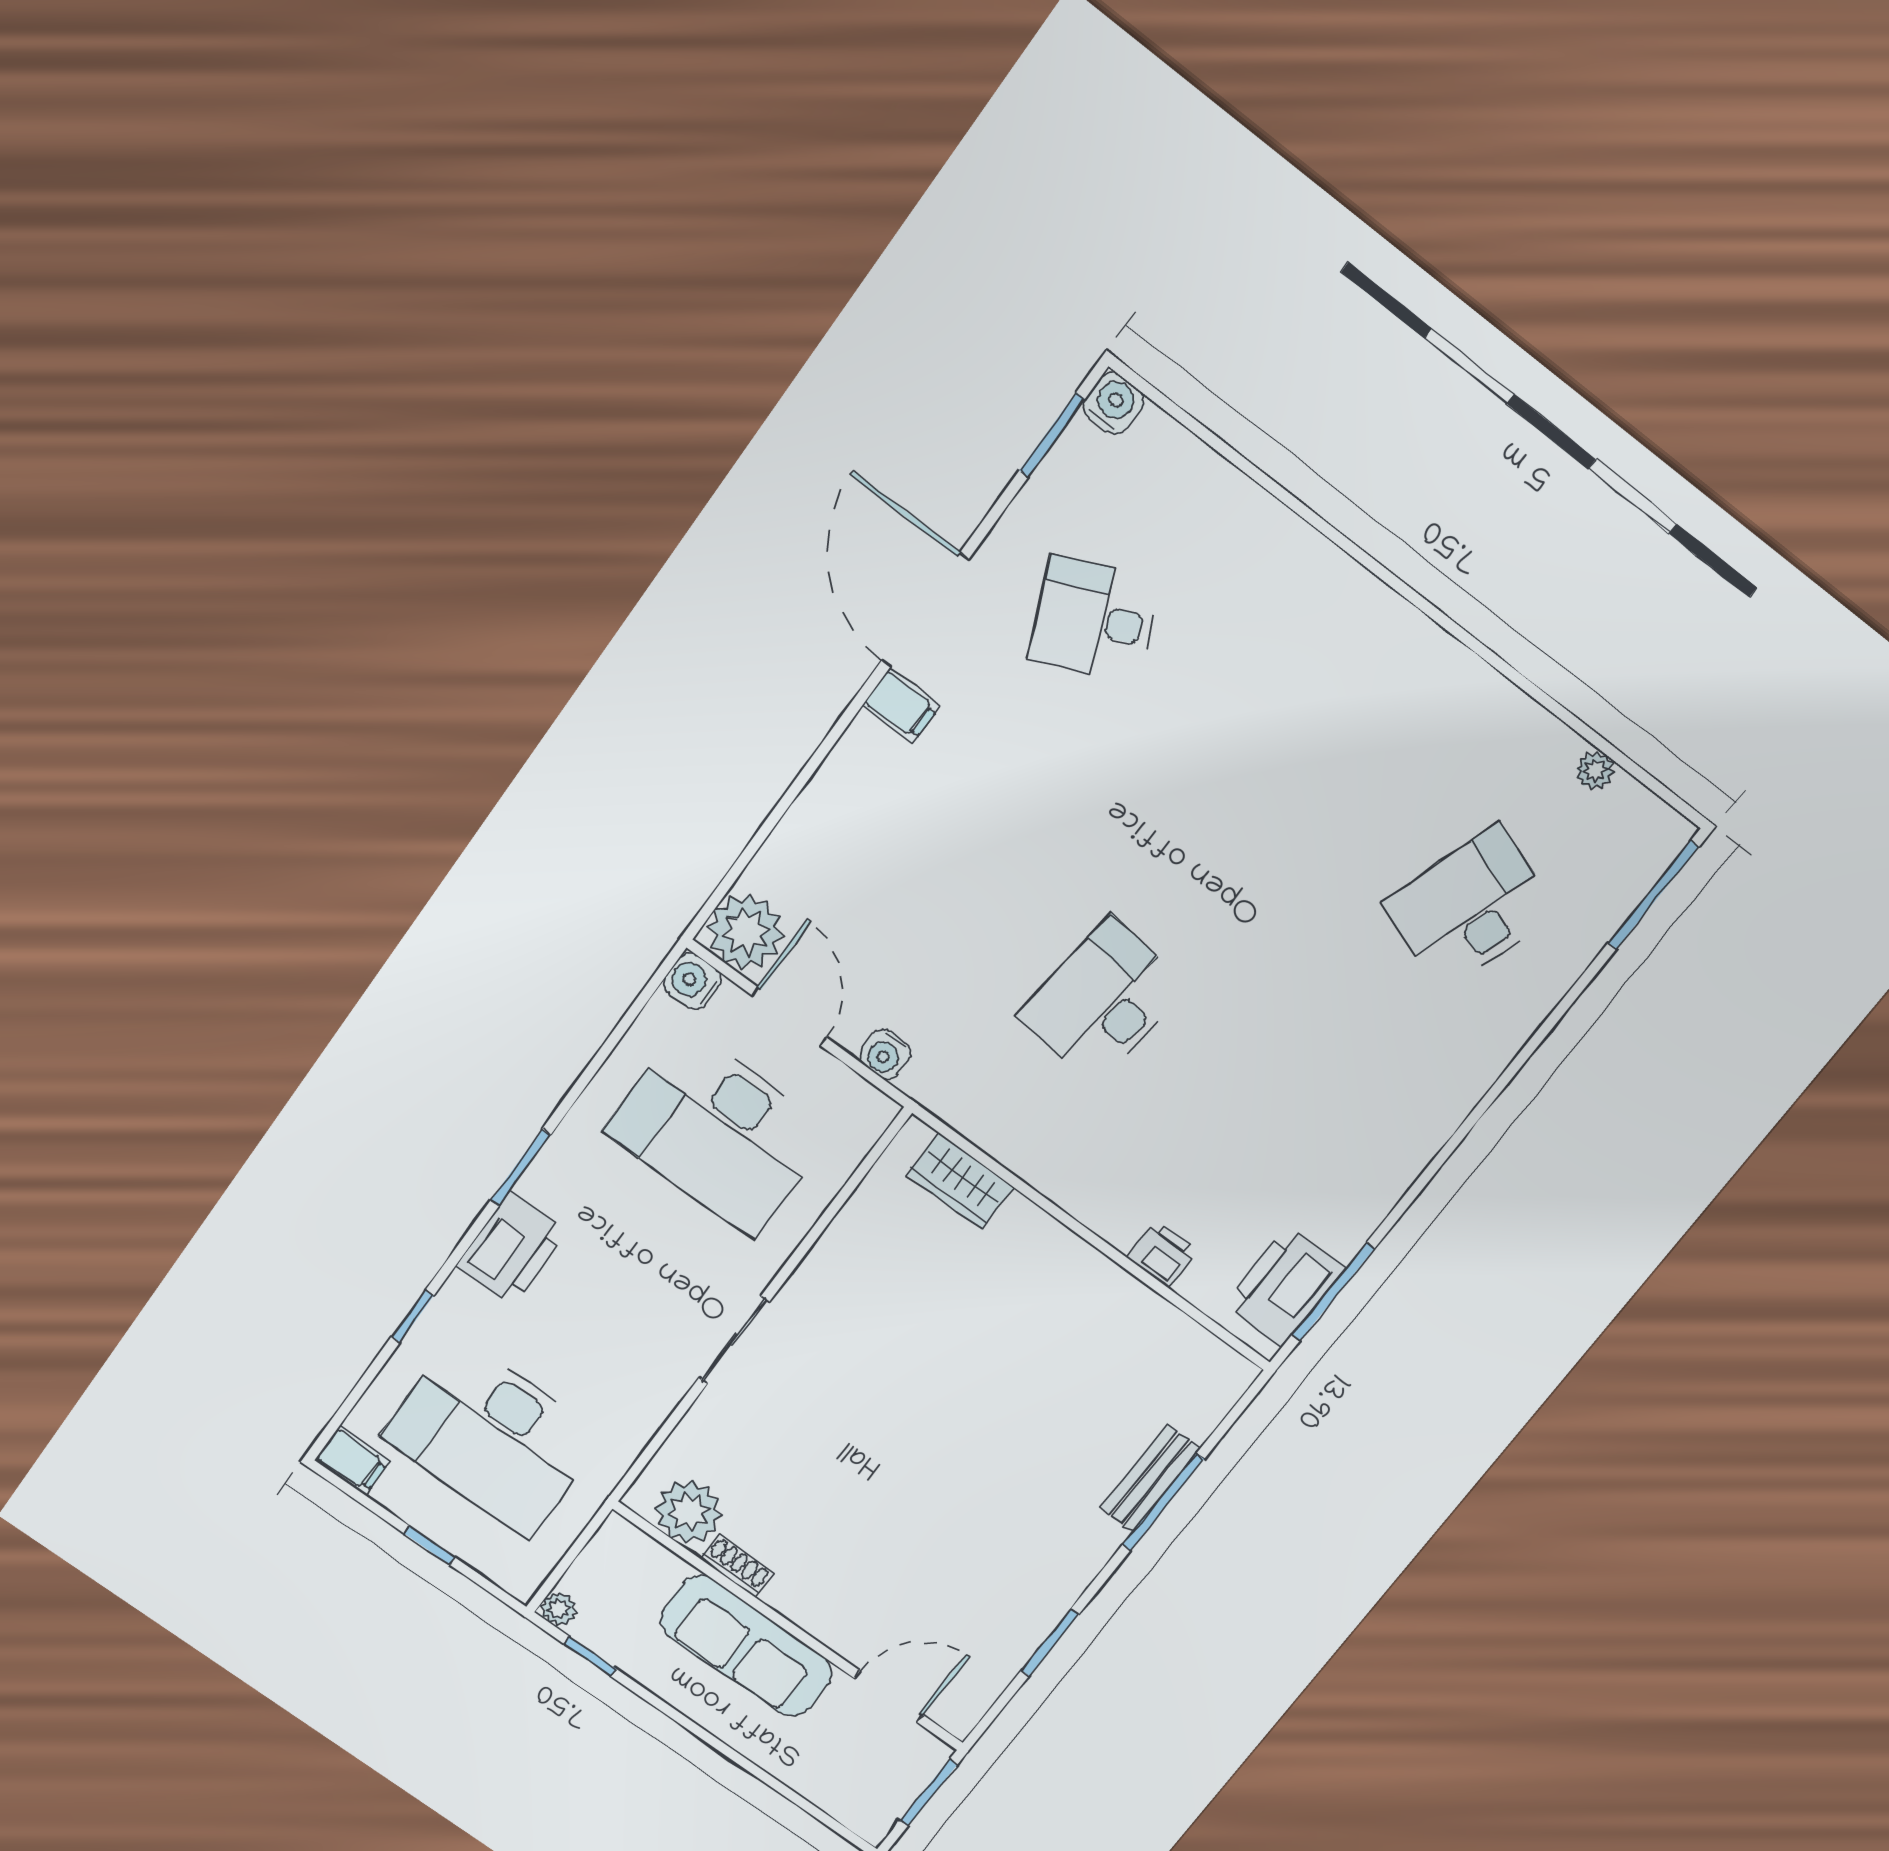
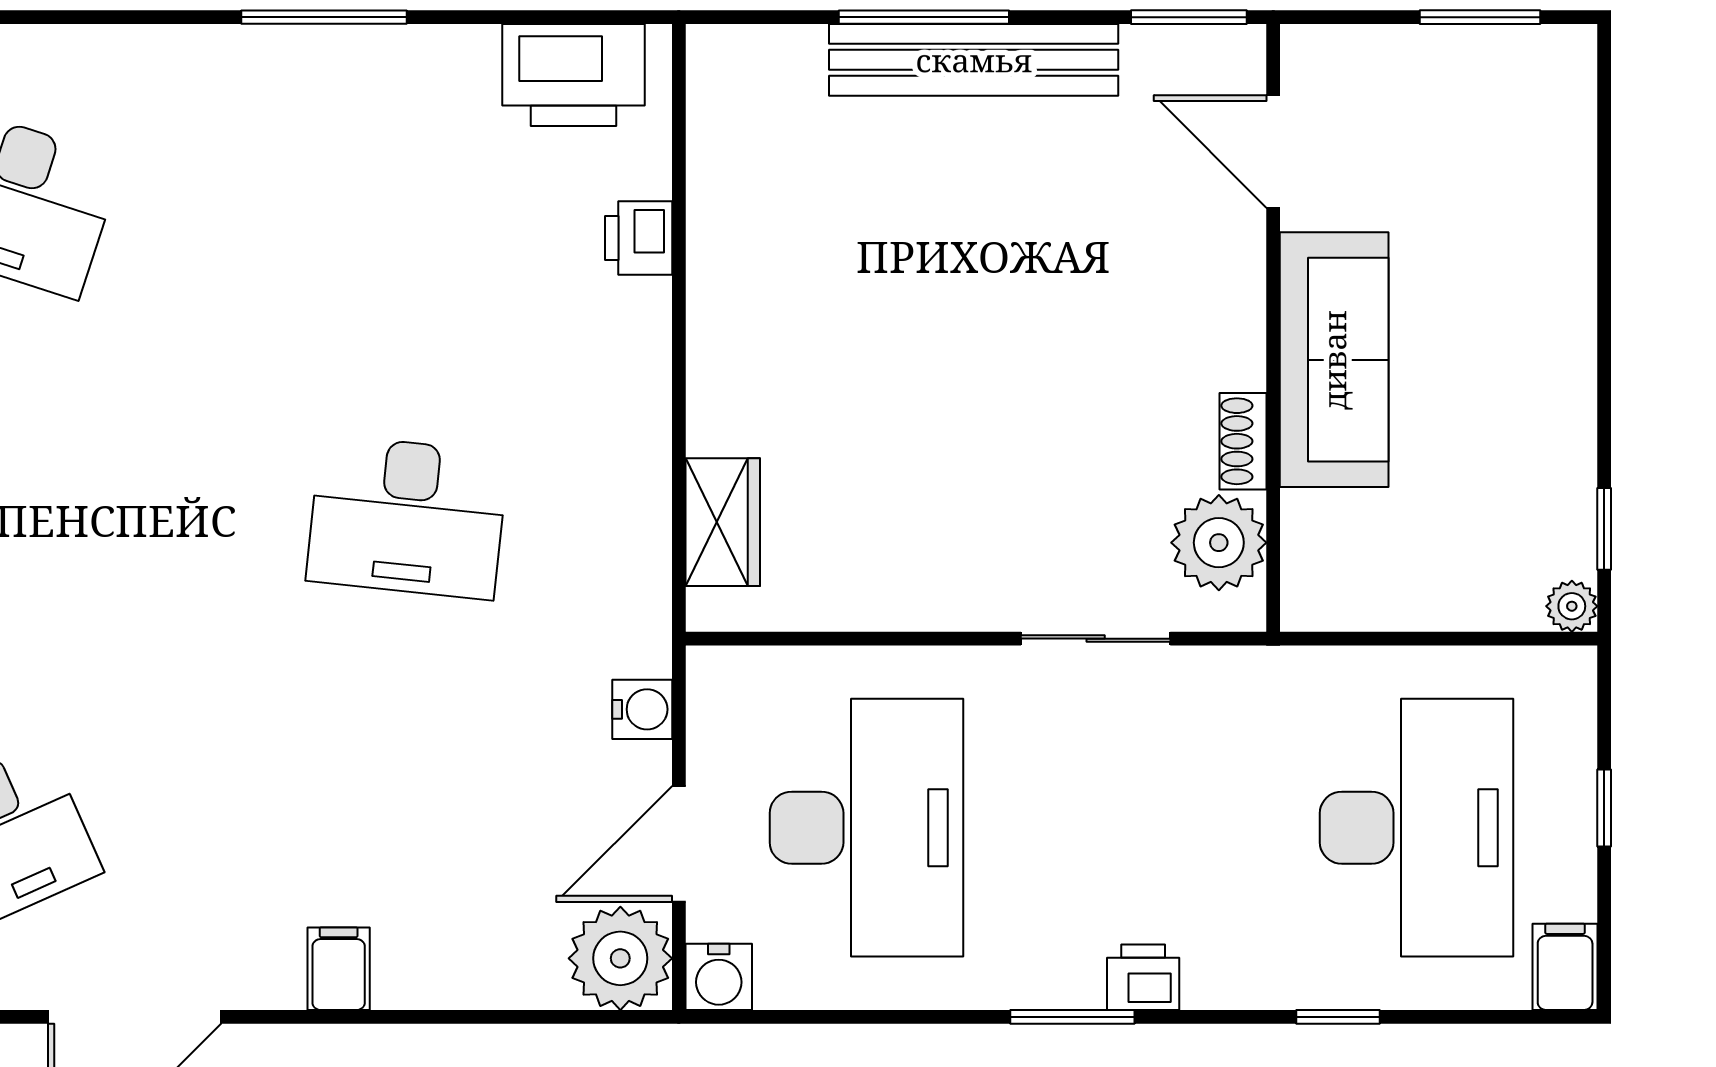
filing cabinet: (901, 705) -> (339, 969), moved
printer: (511, 1249) -> (1143, 977), width x0.53, depth x0.68
window: (1333, 1292) -> (324, 17), moved
bench: (1150, 1478) -> (974, 60), width x1.86, depth x1.21
plant: (689, 1512) -> (1219, 543), moved
shoe rack: (737, 1566) -> (1243, 441), moved
wall: (789, 1627) -> (1273, 328), moved
sofa: (746, 1646) -> (1334, 360), moved
door: (889, 1697) -> (1273, 151), moved

